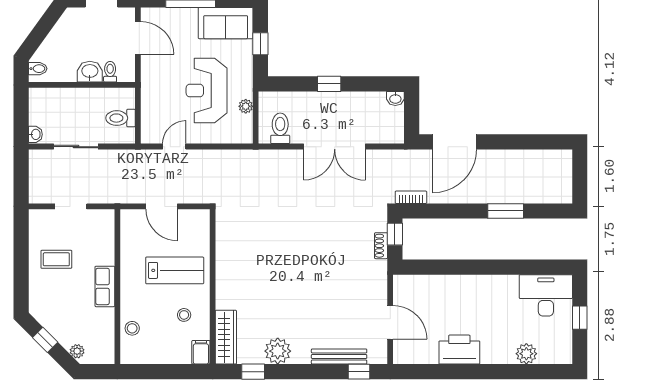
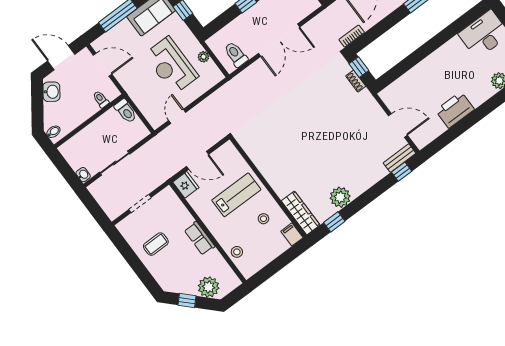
washbasin: (90, 72) -> (51, 92), moved, turned 126
toilet: (120, 118) -> (126, 111), moved, turned -90
fridge: (131, 222) -> (186, 185), added
plant: (77, 351) -> (209, 287), width x1.87, depth x1.87
bench: (339, 356) -> (400, 158), moved, width x0.73

